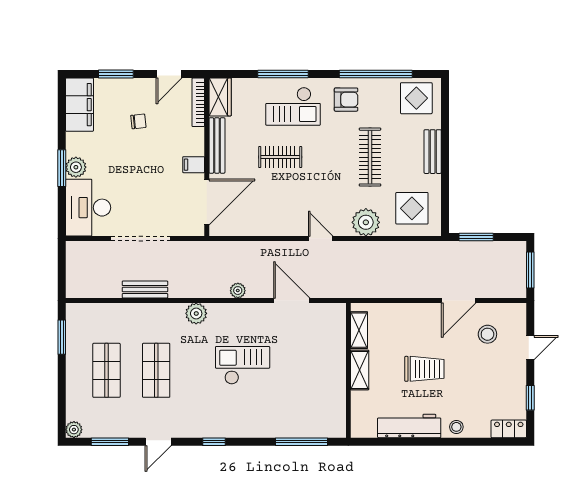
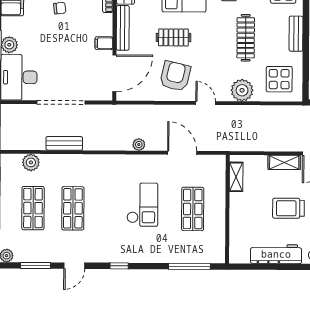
armchair: (282, 205) -> (175, 76), added
plant: (196, 313) -> (31, 162), moved
checkout: (243, 365) -> (142, 205), turned 90
trolley: (424, 369) -> (288, 208), turned 180
shop shelf: (305, 370) -> (193, 209), added
shelving: (360, 370) -> (284, 162), moved, turned 90

